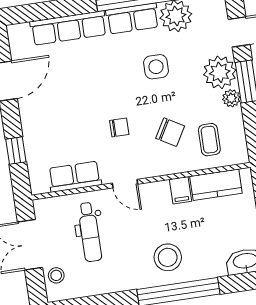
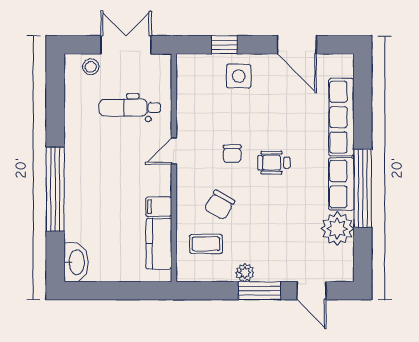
side table: (156, 67) -> (239, 76), moved
plant: (220, 72) -> (273, 265), removed
wheelchair: (122, 86) -> (274, 163), added
row of seats: (75, 177) -> (189, 101), removed
stool: (168, 257) -> (92, 183), removed

